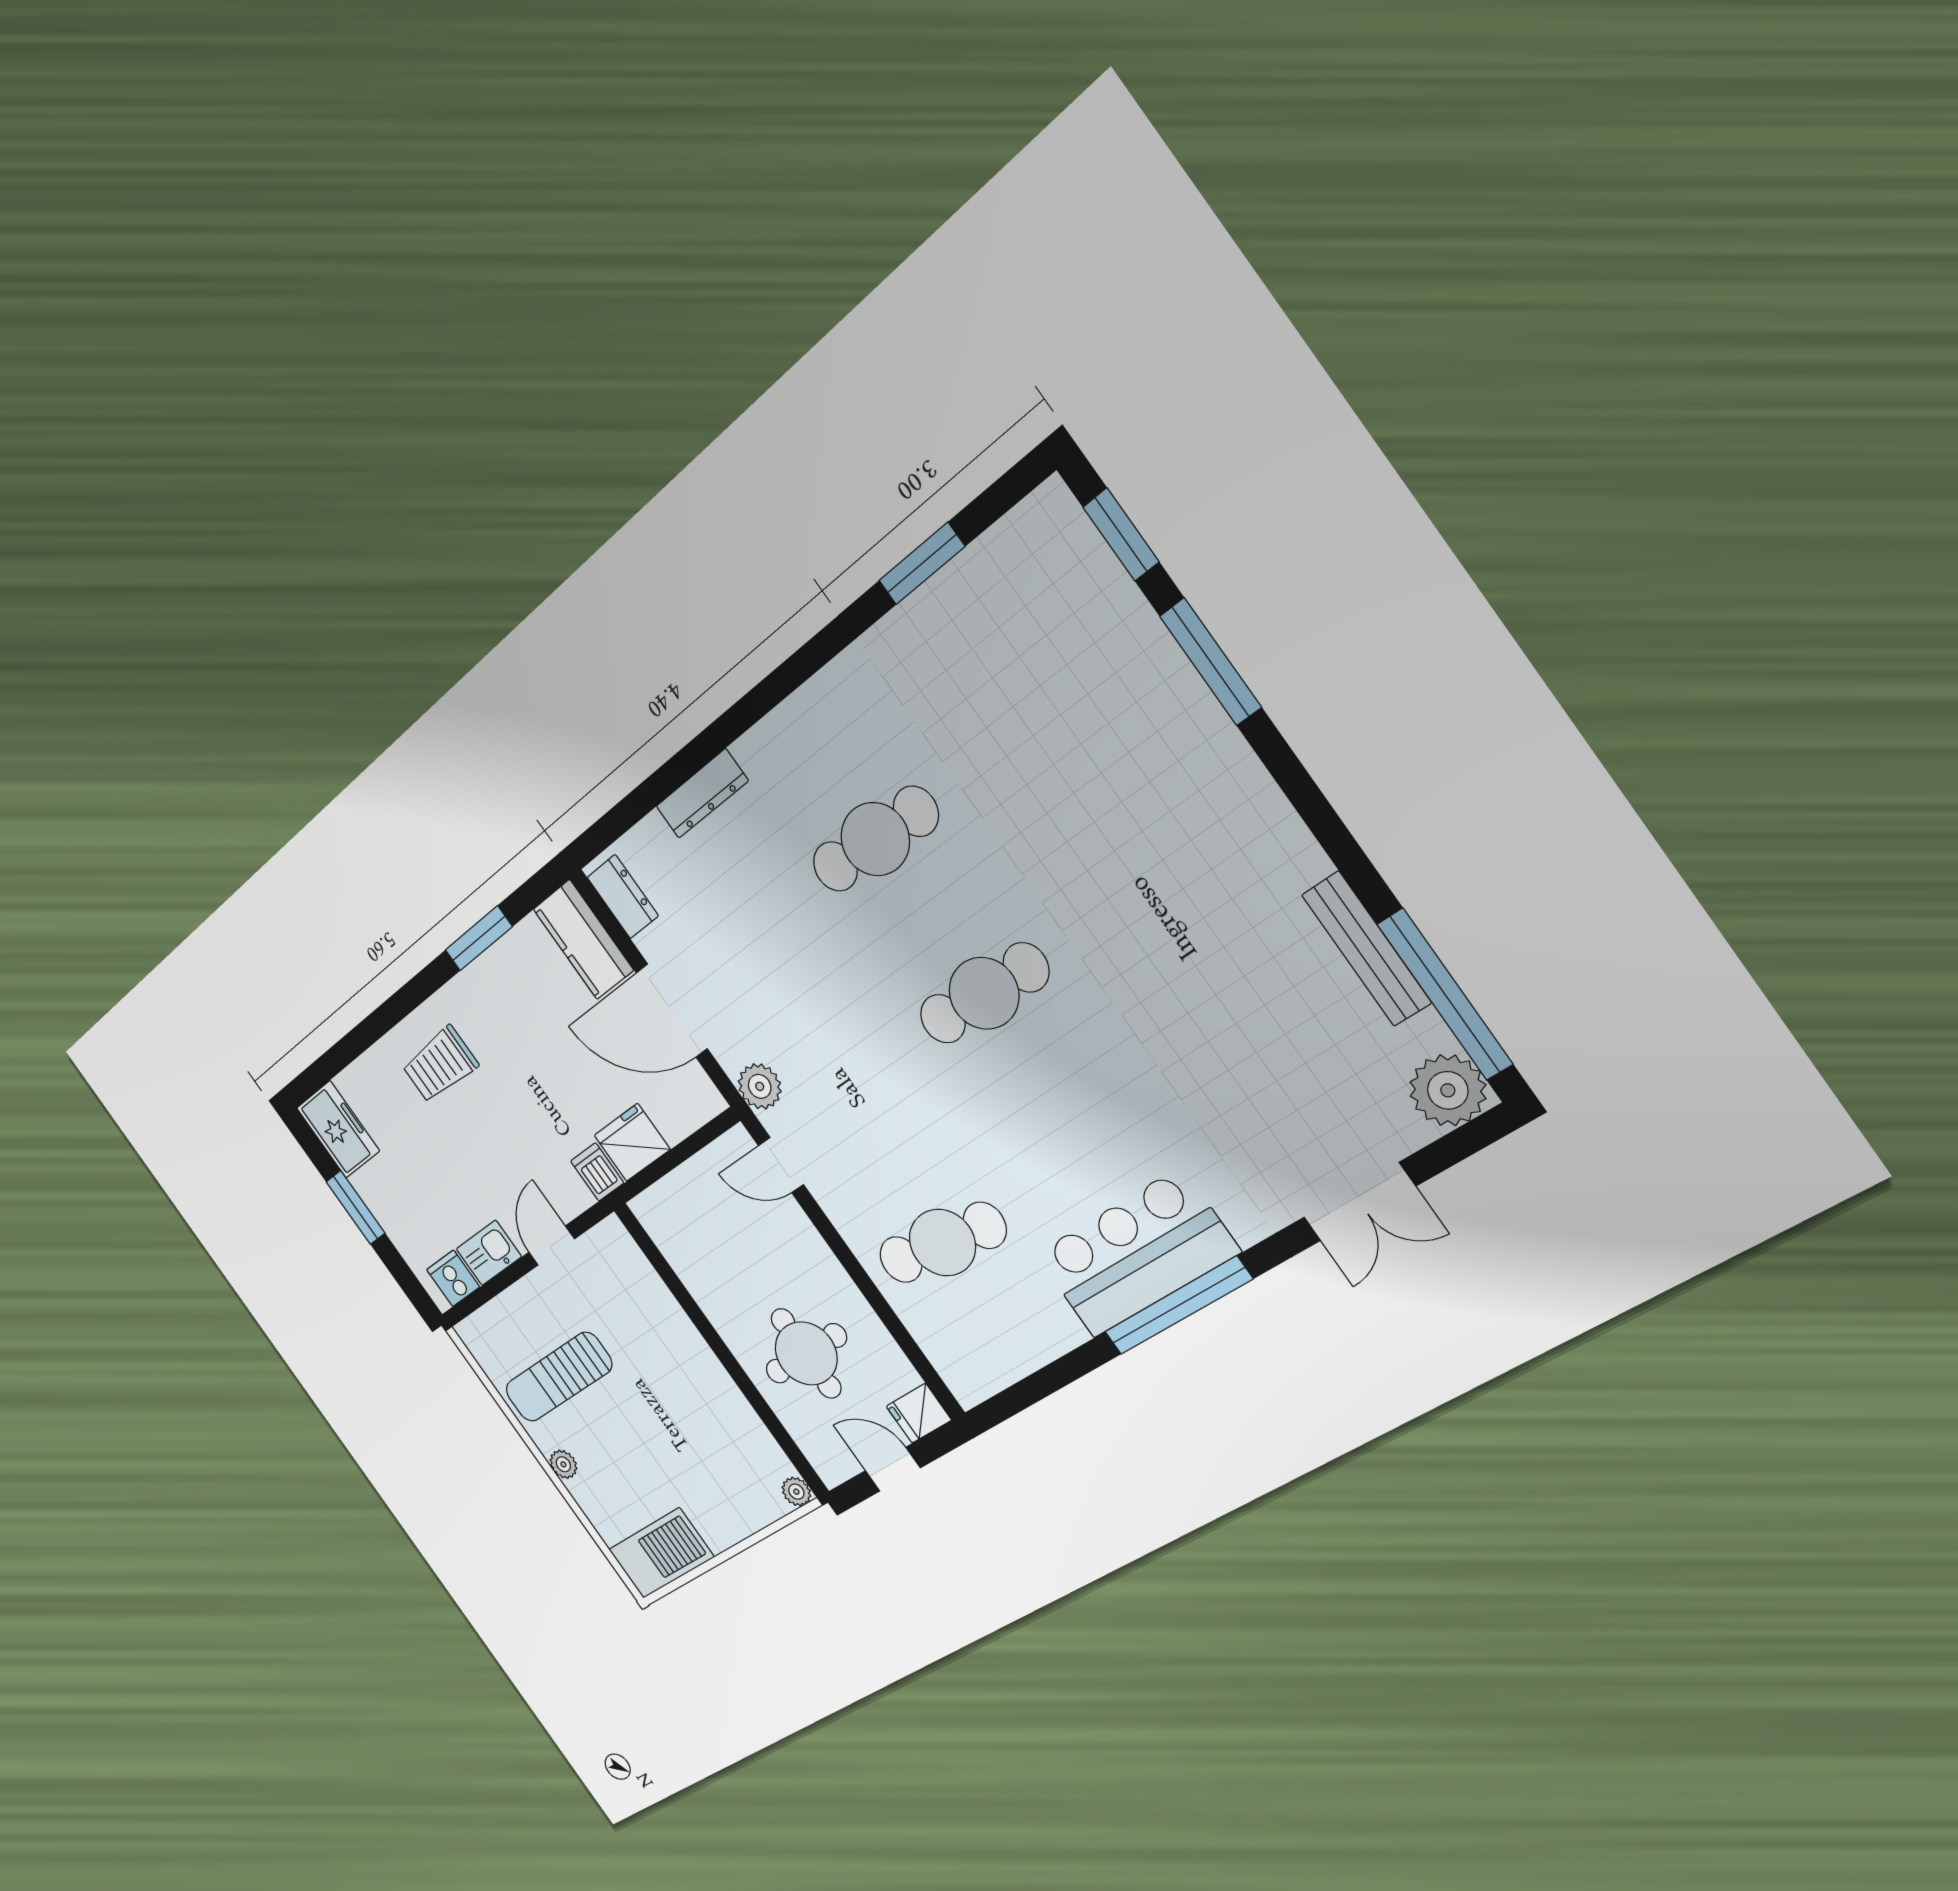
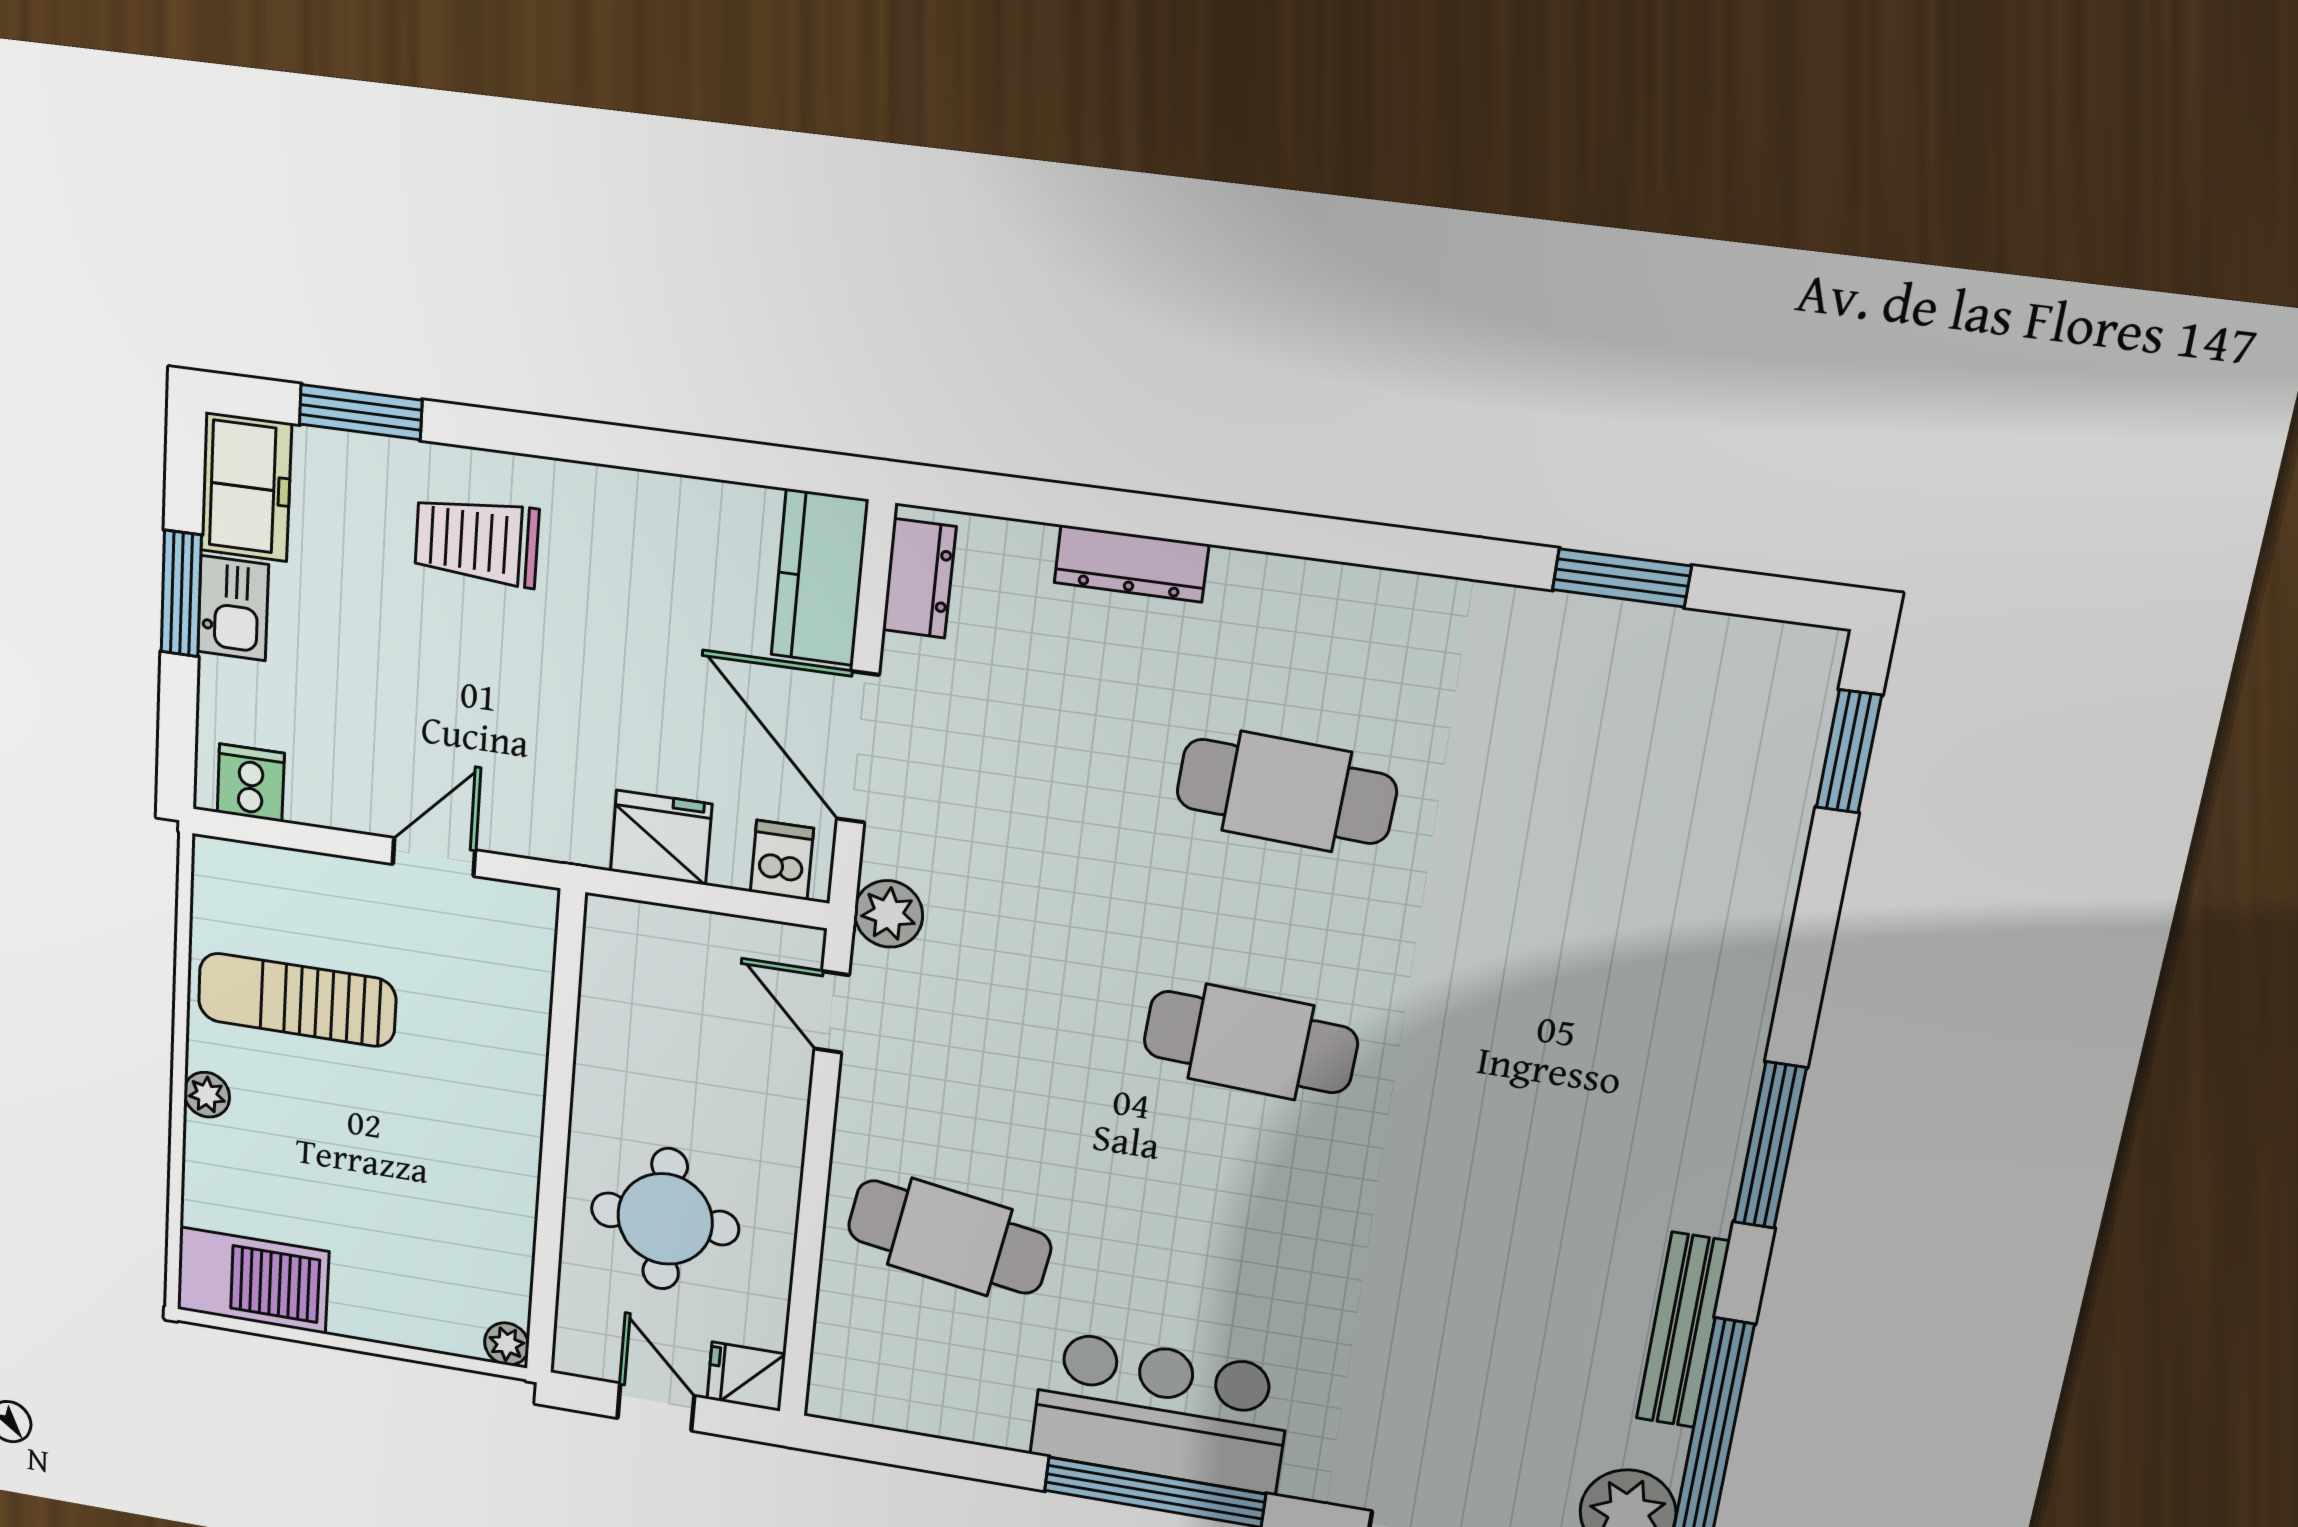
window: (1211, 662) -> (1770, 1145), moved
window: (479, 938) -> (361, 412), moved
dishwasher: (597, 1172) -> (782, 860), moved
kitchen sink: (489, 1253) -> (233, 608), moved, turned 90

